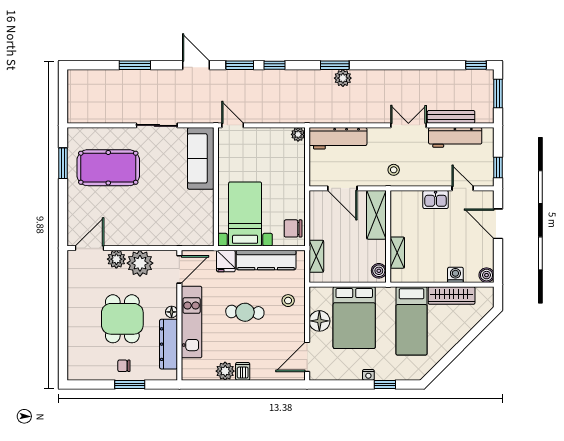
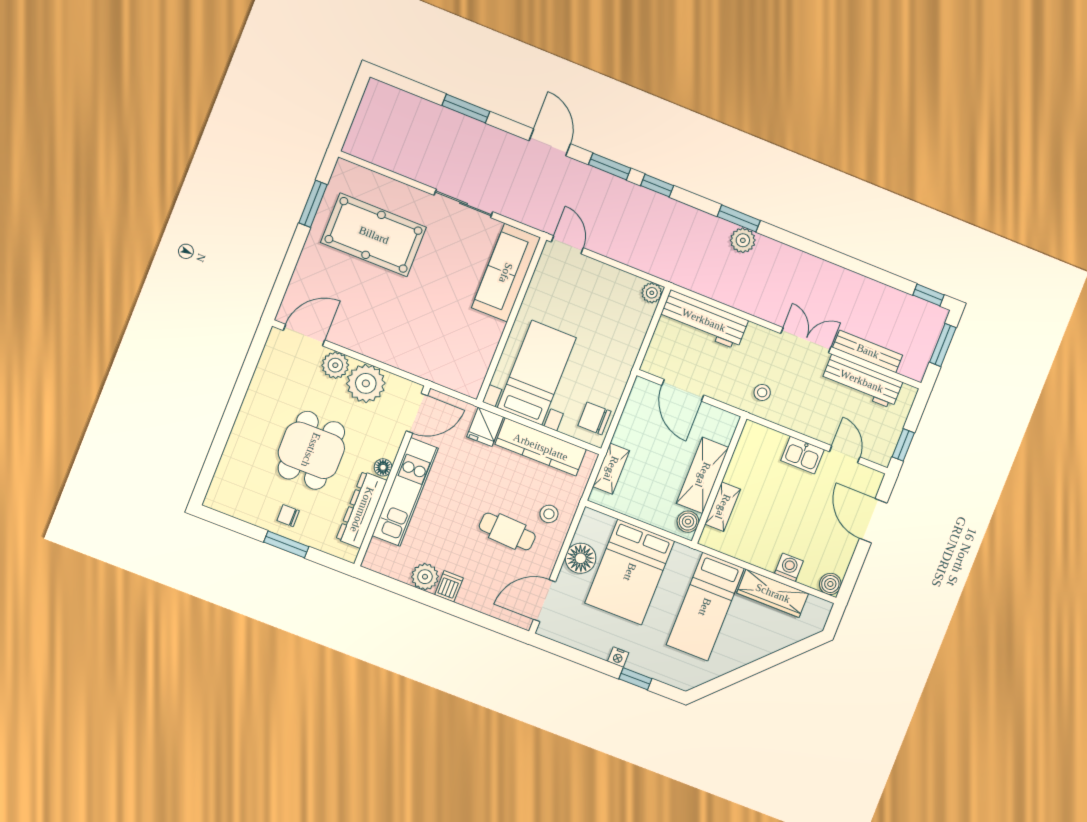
shelving: (376, 215) -> (703, 475), moved
cafe table: (245, 312) -> (507, 531), moved

